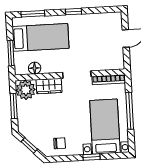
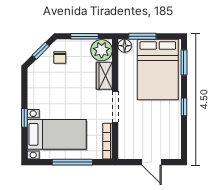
bed: (41, 37) -> (158, 69), width x1.50
floor lamp: (35, 68) -> (125, 46), moved
chair: (60, 143) -> (60, 58), moved

